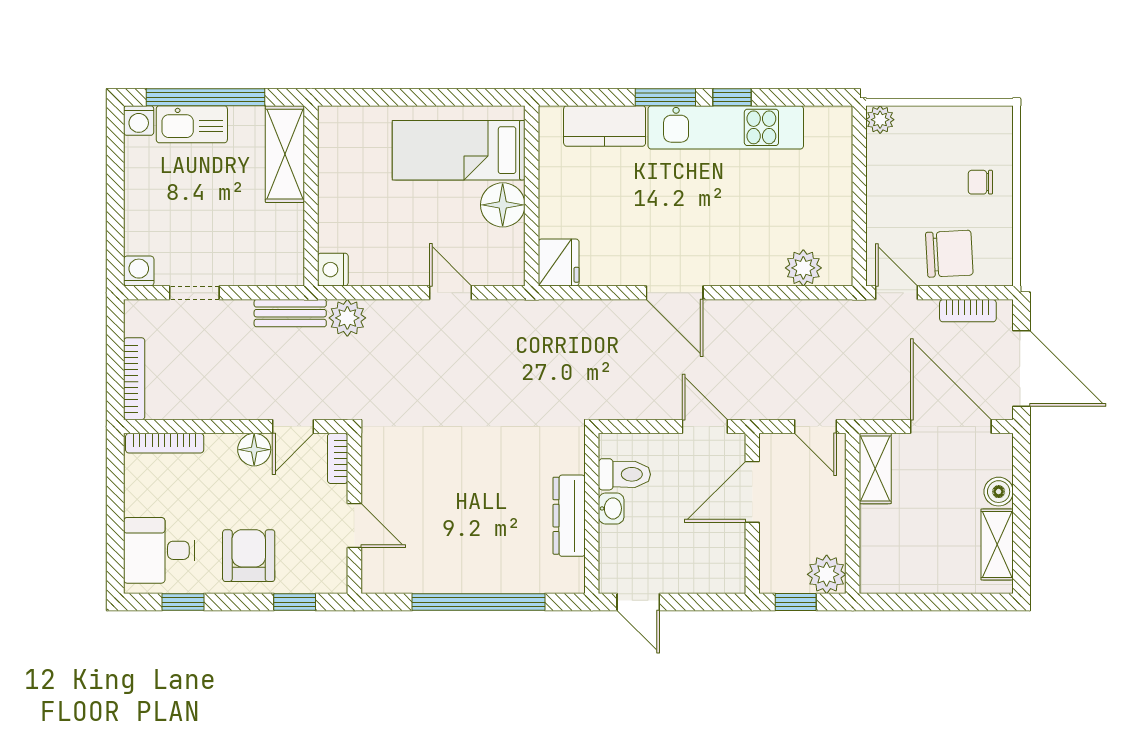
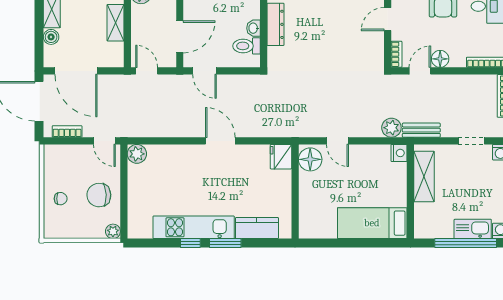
bed: (459, 150) -> (372, 223), moved, turned 180
shelving: (285, 154) -> (424, 177), moved
floor lamp: (503, 205) -> (310, 159), moved
chair: (949, 254) -> (99, 195), moved
plant: (803, 268) -> (137, 154), moved
shelving: (875, 469) -> (116, 23), moved
door: (354, 526) -> (388, 19), hinge flipped

